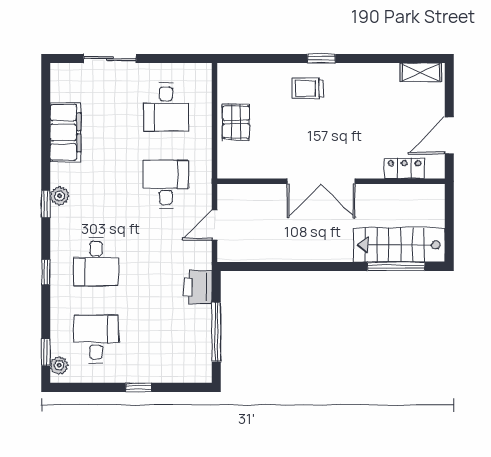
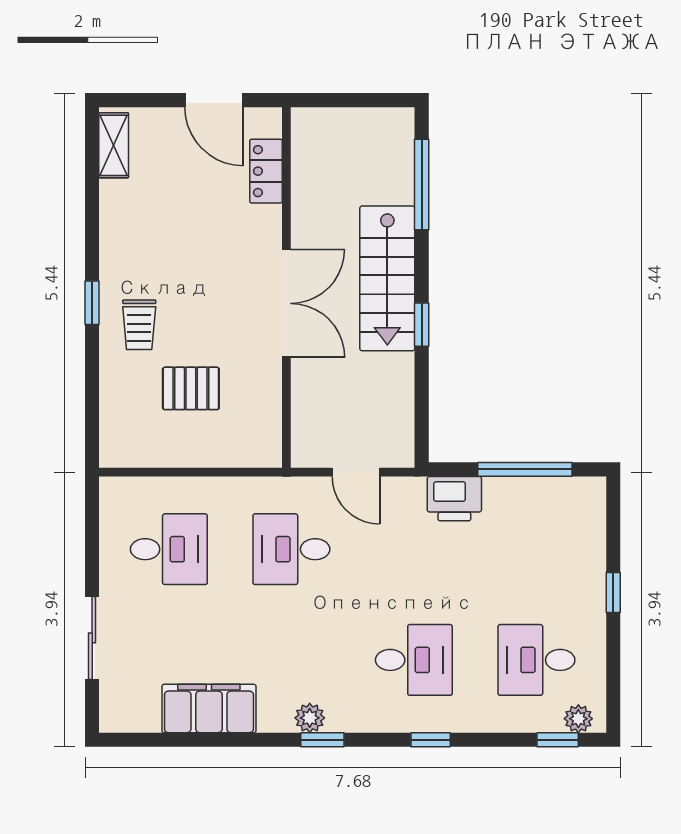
pallet: (236, 122) -> (191, 388), moved
stairs: (399, 245) -> (387, 278), moved
window: (308, 267) -> (422, 325), added

